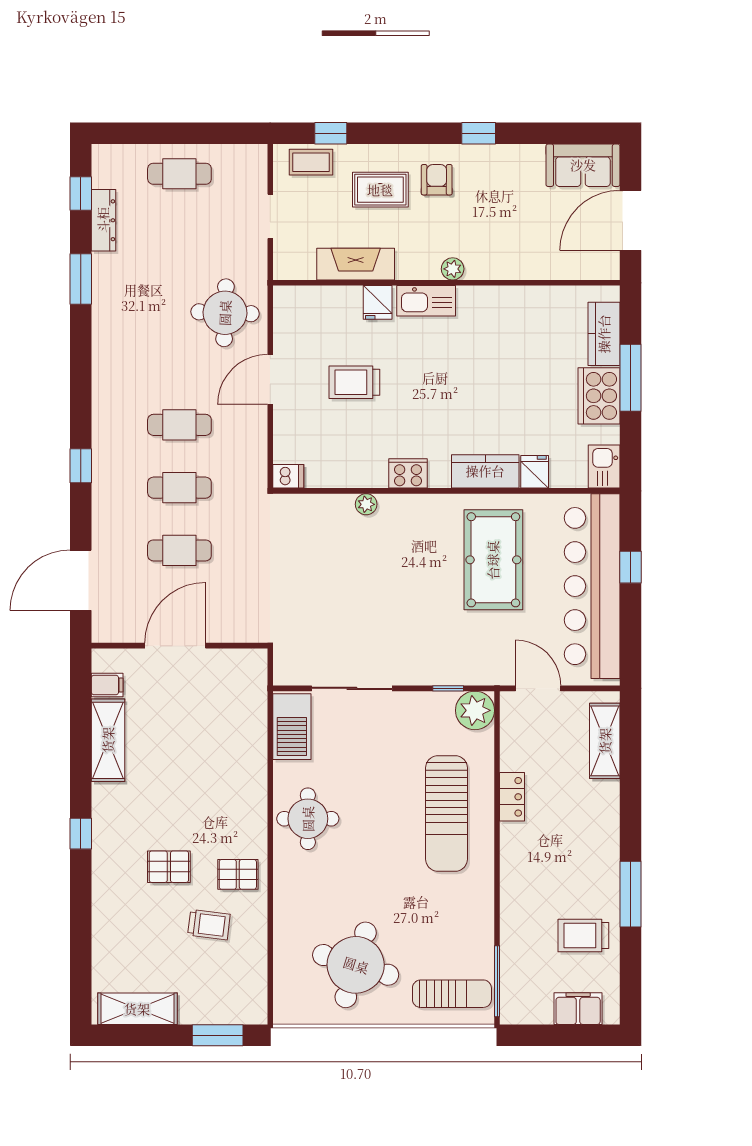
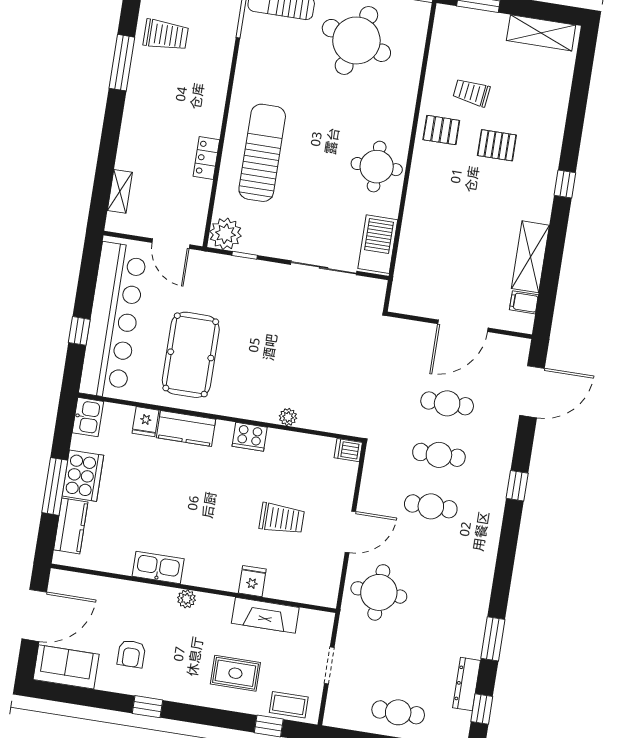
armchair: (437, 180) -> (131, 654), moved
kitchen sink: (426, 301) -> (158, 567), moved
shelving: (605, 741) -> (120, 191), width x0.67, depth x0.75

